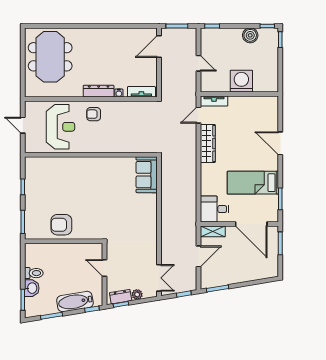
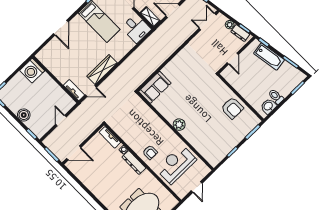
boiler: (250, 35) -> (24, 115), moved
washing machine: (241, 81) -> (32, 71), moved
plant: (93, 164) -> (179, 125), added
washbasin: (32, 288) -> (268, 106), moved

